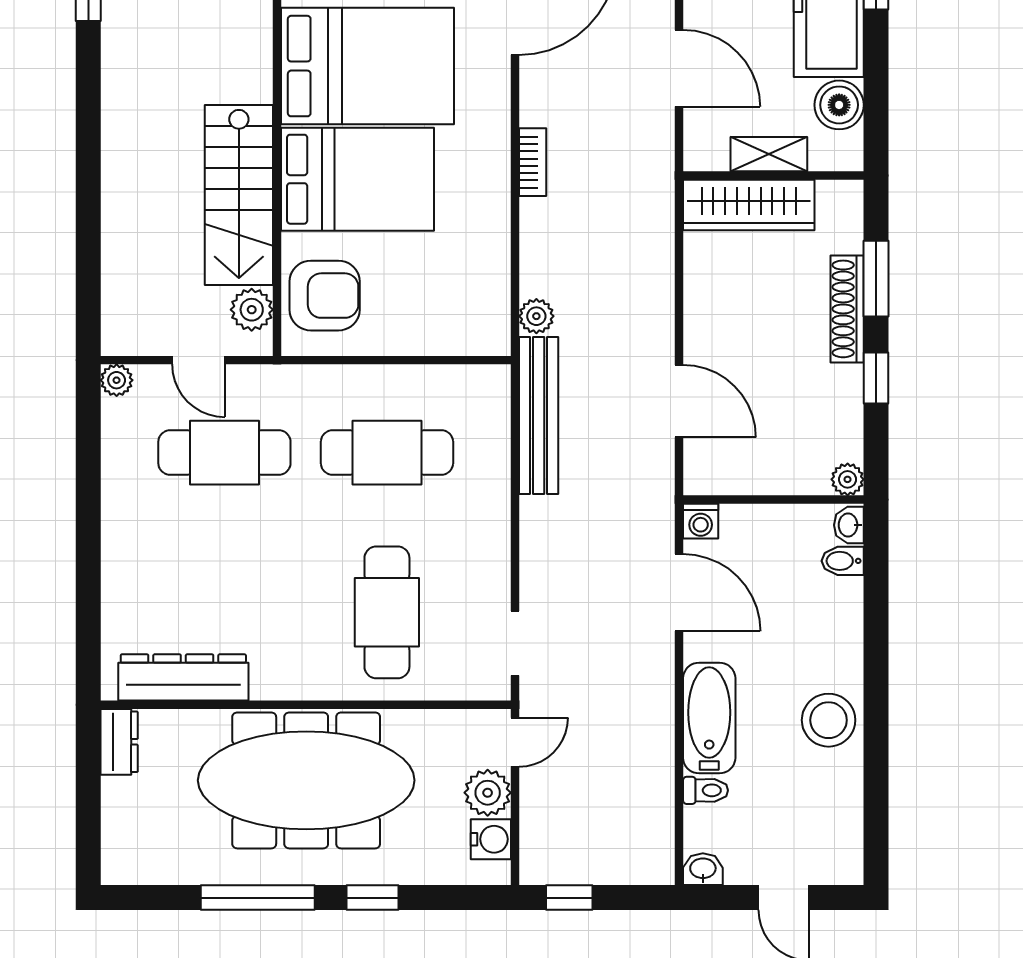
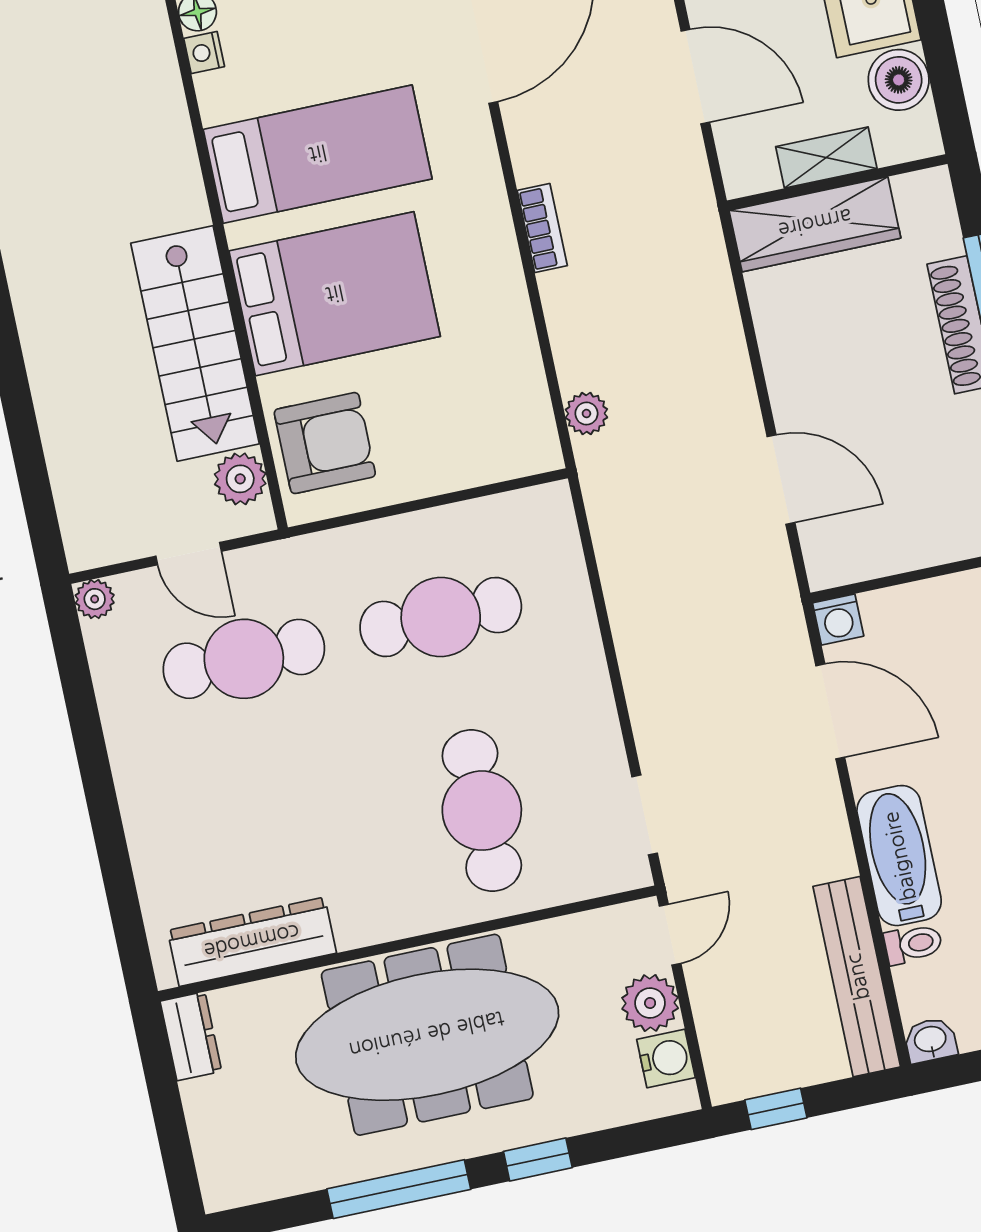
bed: (367, 66) -> (318, 154), width x0.67
bench: (539, 415) -> (857, 977), moved

